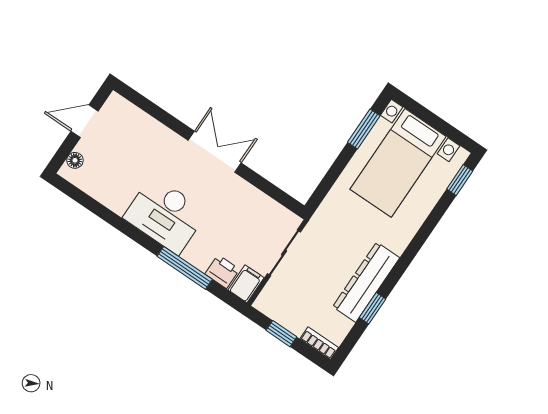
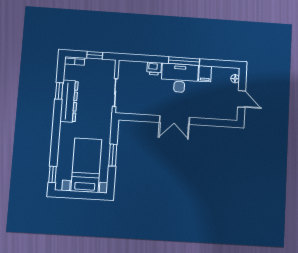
door: (85, 121) -> (242, 99), hinge flipped
window: (364, 129) -> (113, 155), moved
window: (185, 268) -> (184, 61), moved
printer: (222, 272) -> (154, 69), moved
filing cabinet: (246, 284) -> (205, 74), moved

